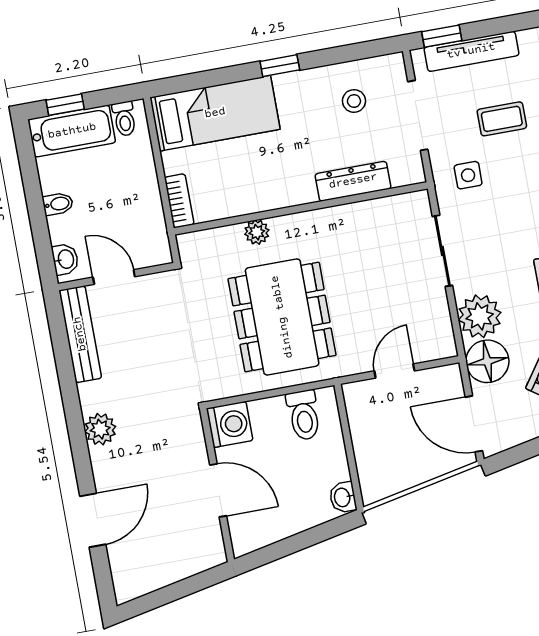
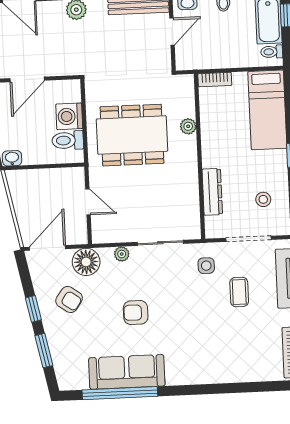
plant: (480, 316) -> (122, 254), width x0.53, depth x0.53
washing machine: (230, 424) -> (69, 116), moved, turned 90

